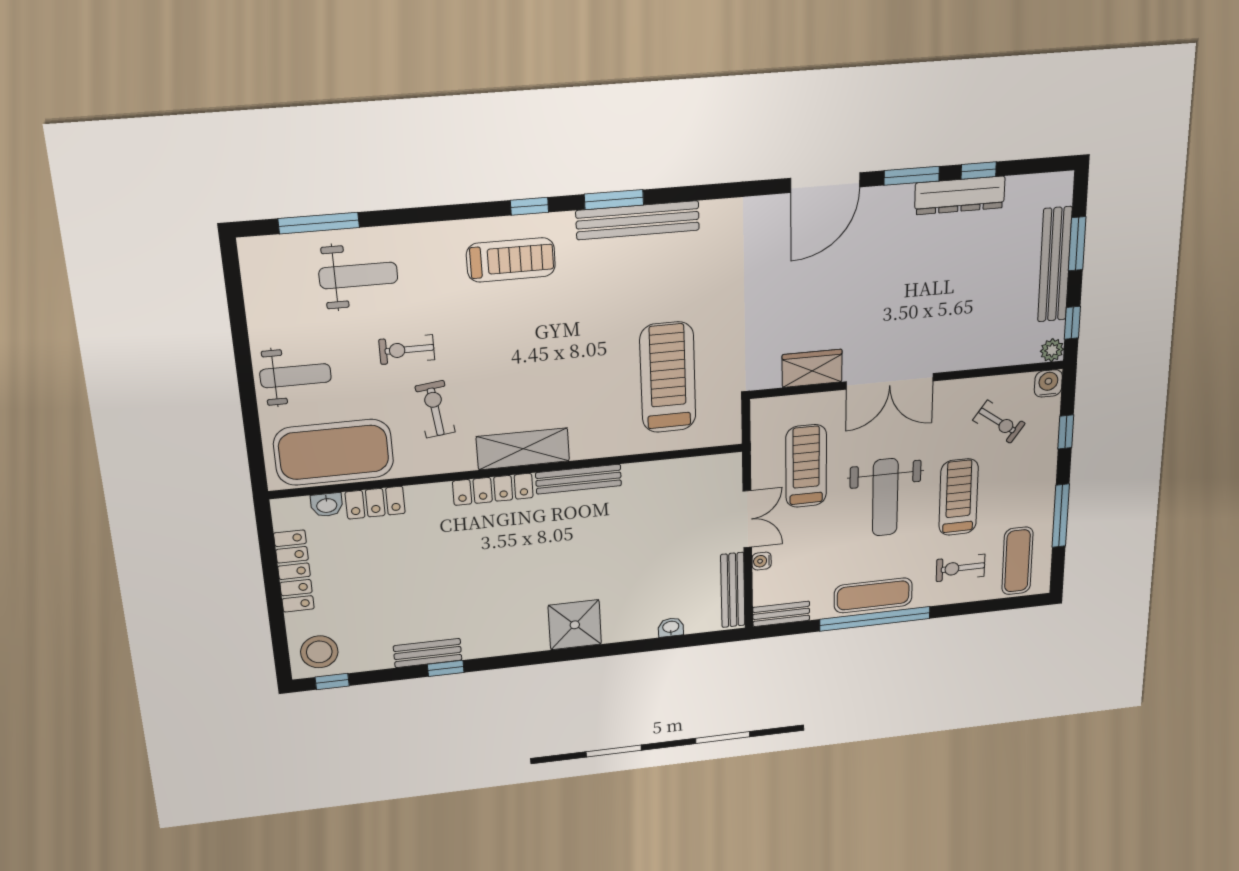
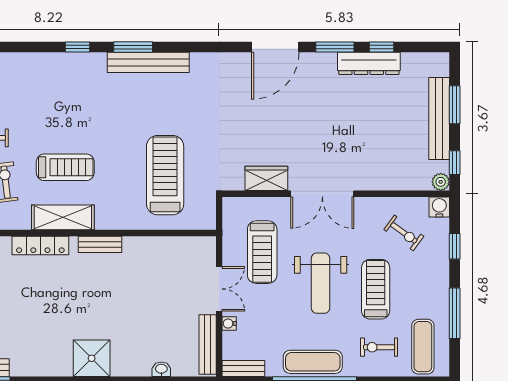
treadmill: (511, 260) -> (65, 167), moved
treadmill: (806, 466) -> (262, 252), turned 180
bench: (579, 479) -> (100, 244), width x0.73

